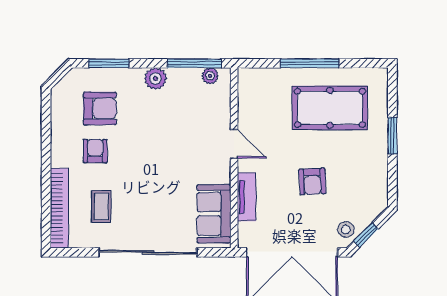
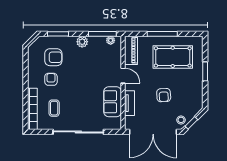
piano: (250, 95) -> (131, 50), added
sofa: (214, 214) -> (113, 102), moved

